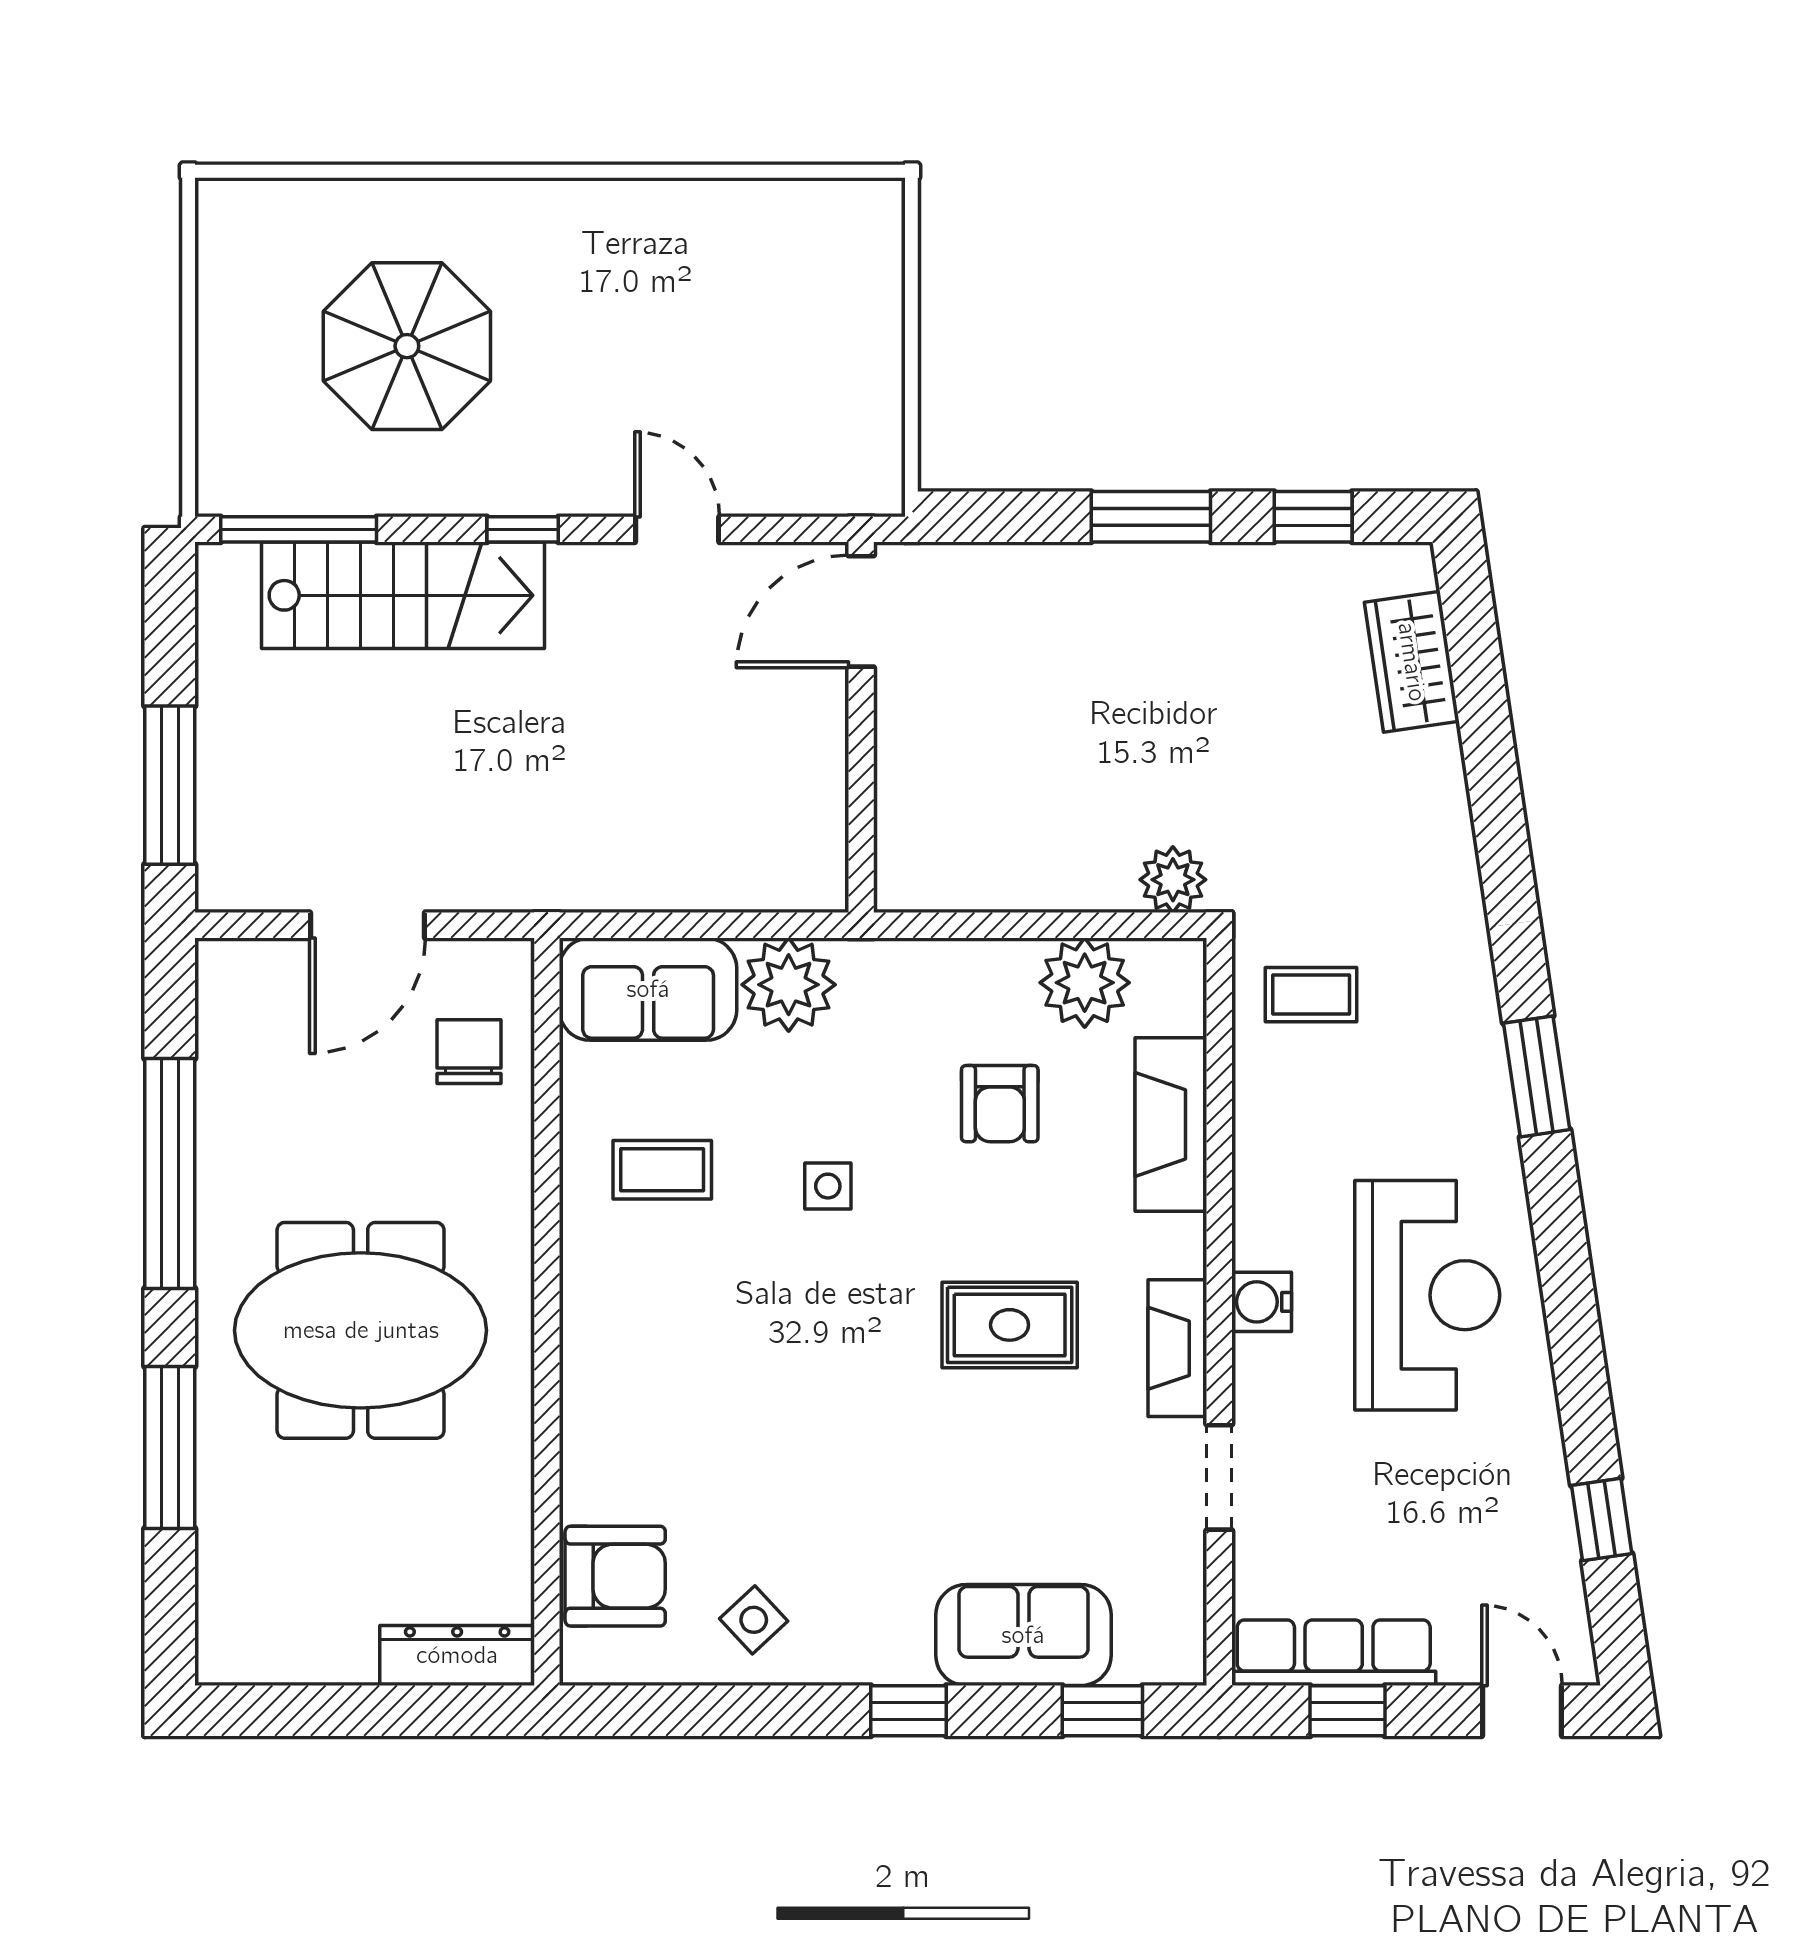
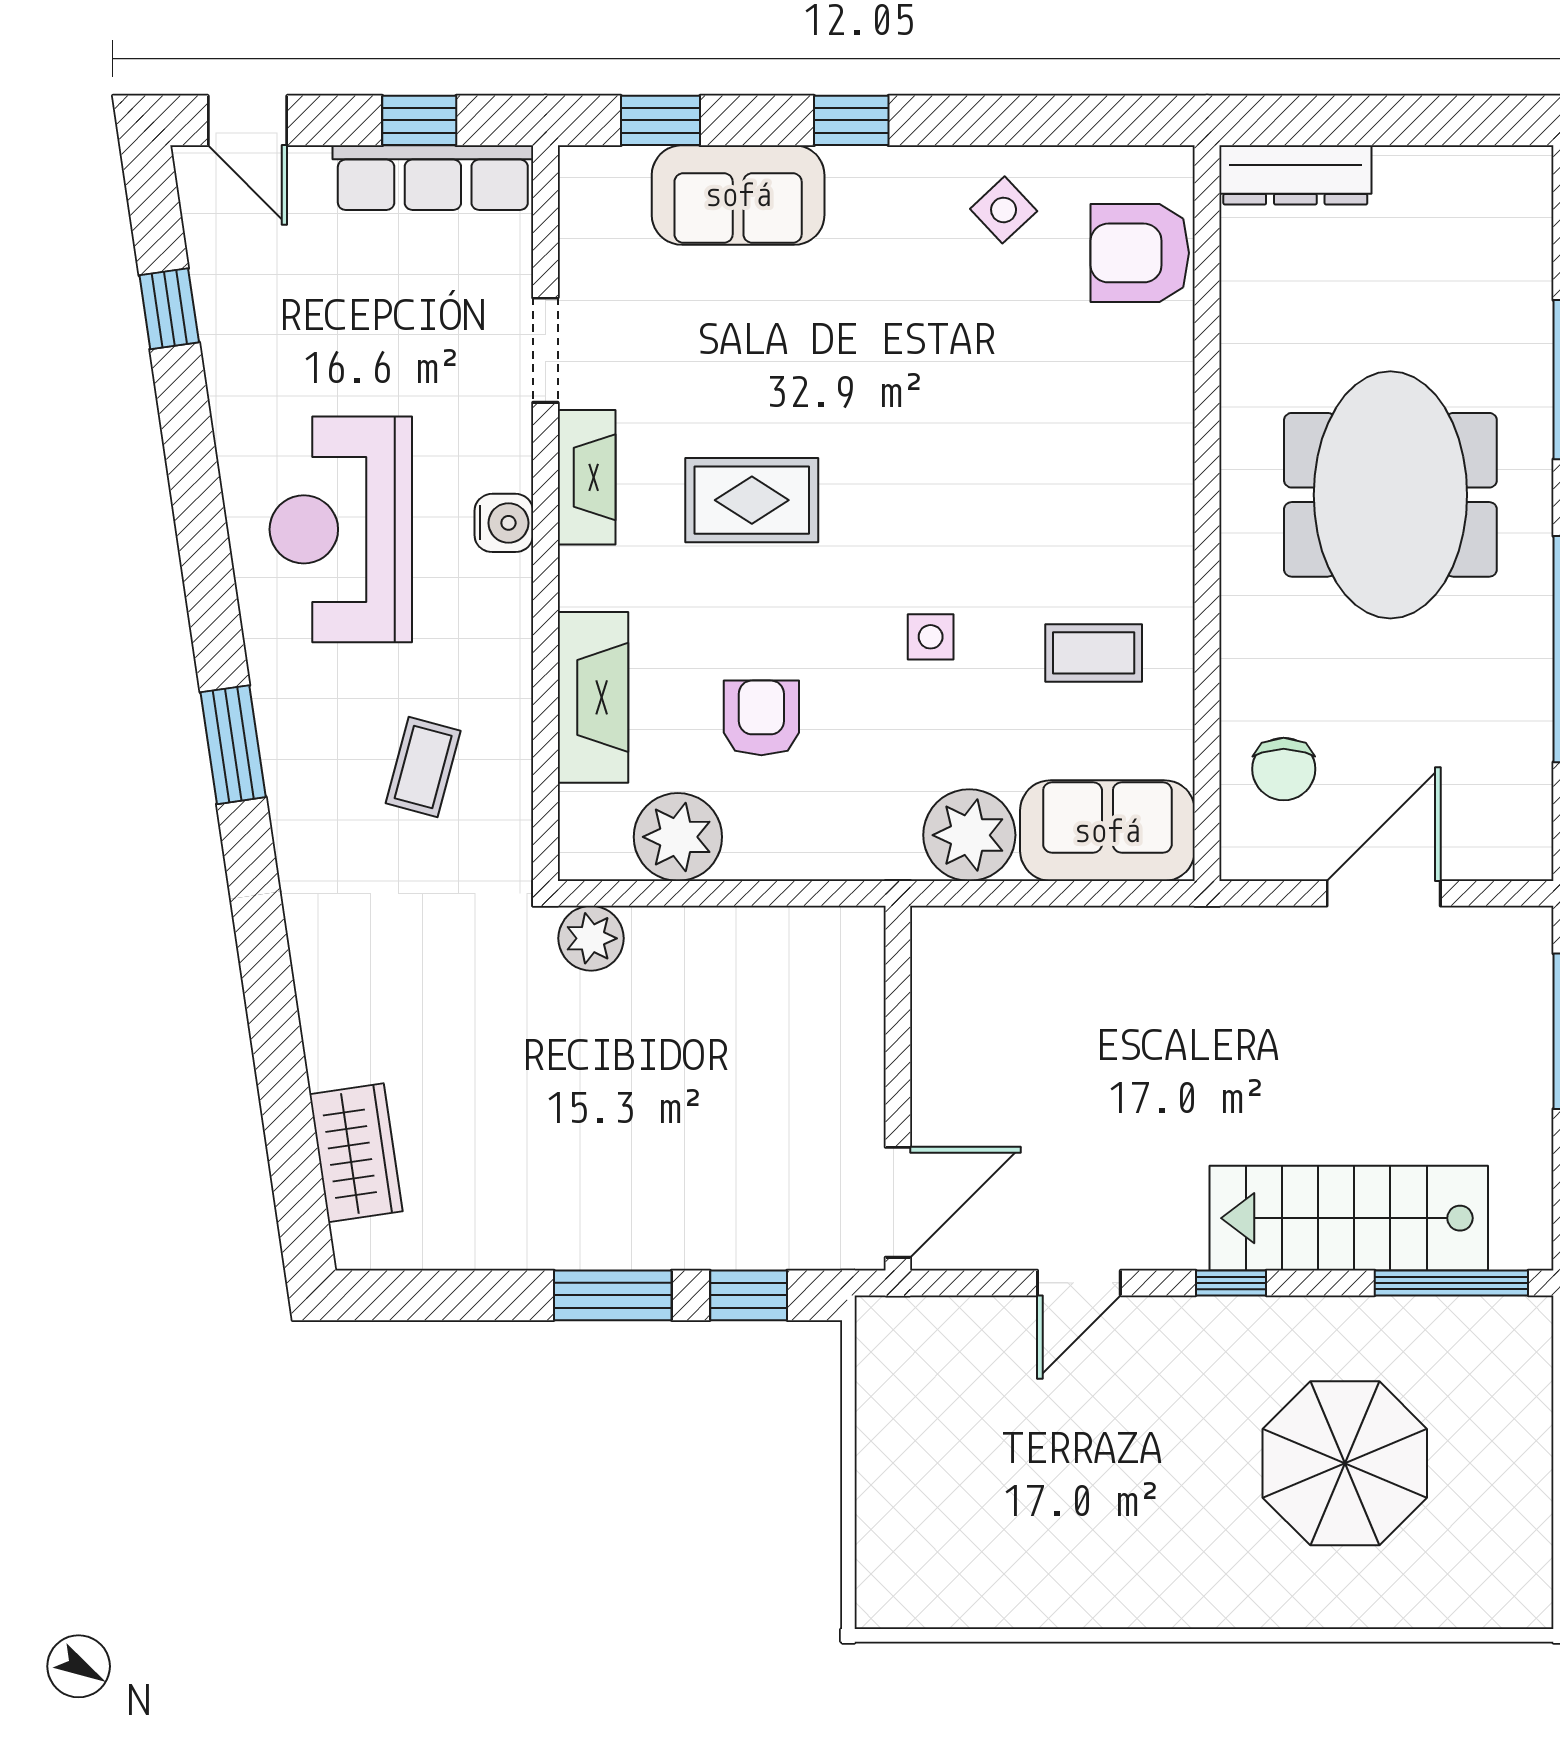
window: (1313, 517) -> (749, 1295), moved
door: (677, 529) -> (1079, 1283), hinge flipped
coffee table: (1311, 995) -> (423, 767), moved, turned -75
meeting table: (361, 1330) -> (1390, 495), turned 90

